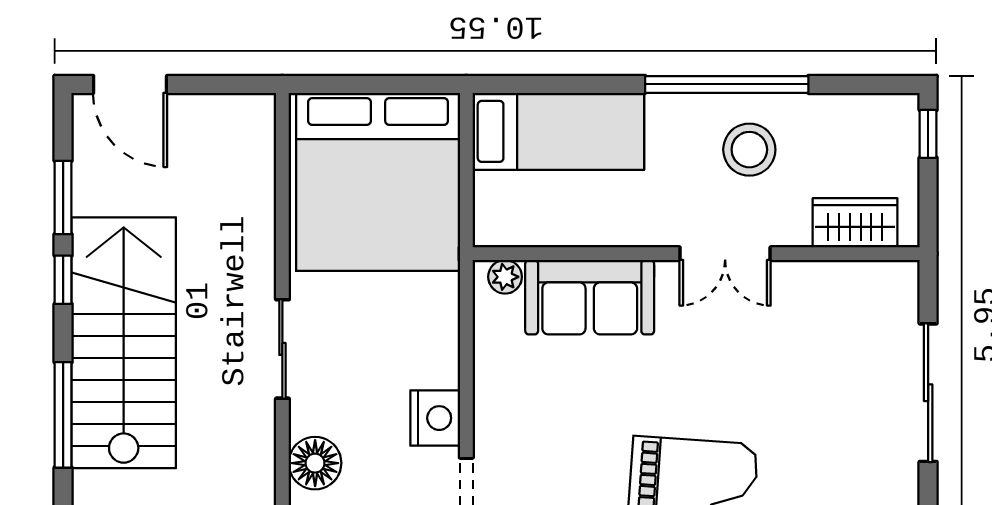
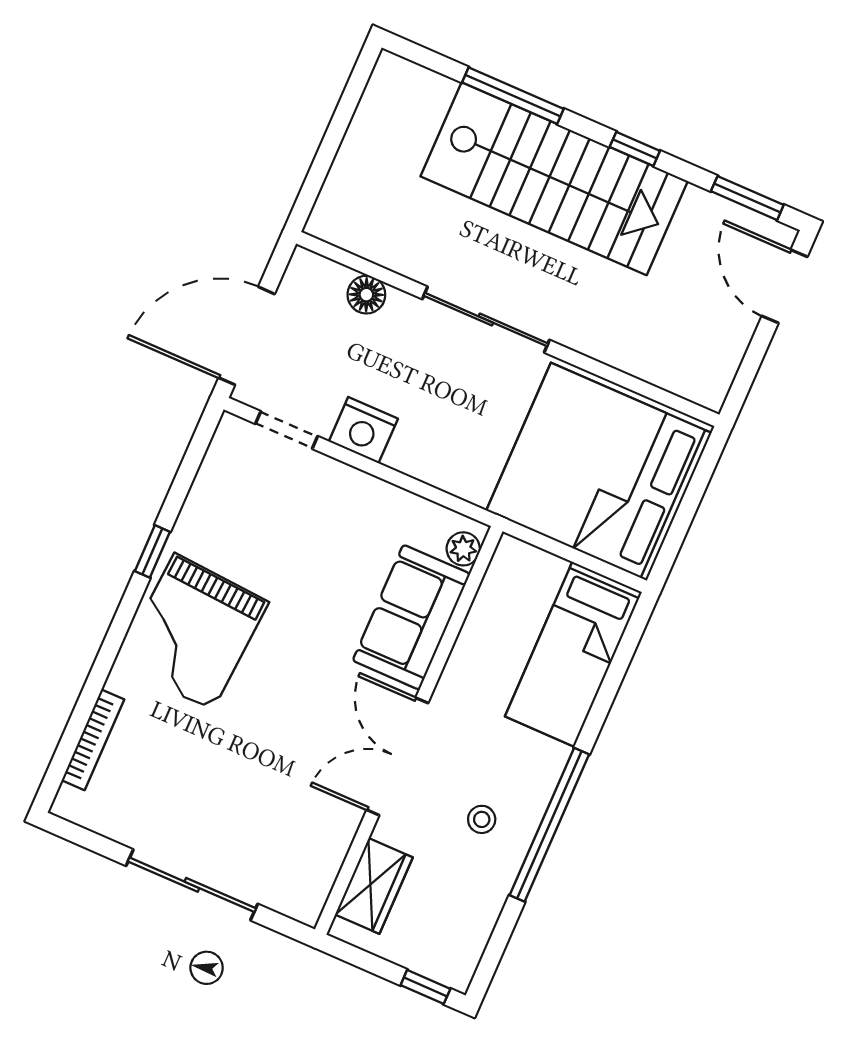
door: (130, 84) -> (785, 286), hinge flipped
stool: (749, 150) -> (482, 819), width x0.53, depth x0.53
window: (63, 198) -> (747, 198), moved
double door: (725, 254) -> (397, 756), width x1.37
sliding door: (282, 349) -> (486, 320), width x1.37
floor lamp: (315, 463) -> (366, 295), width x0.73, depth x0.73

